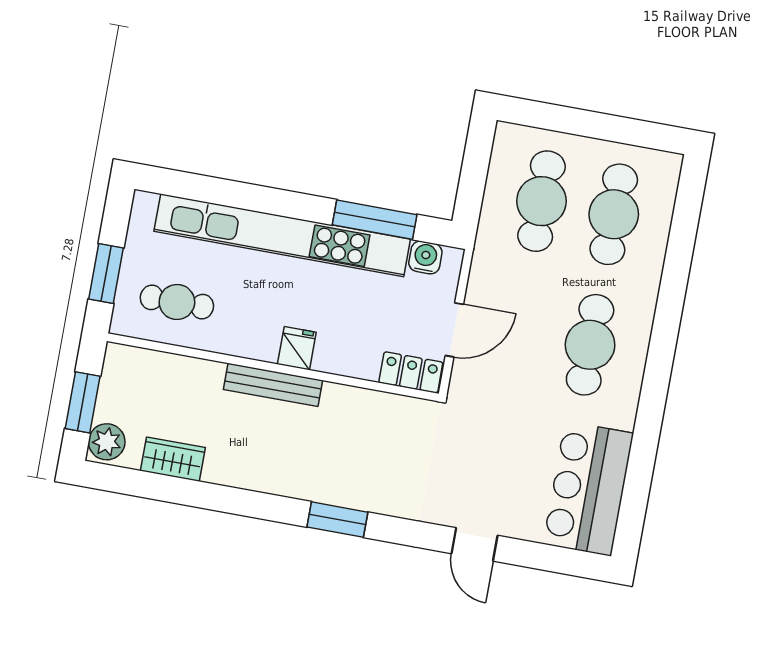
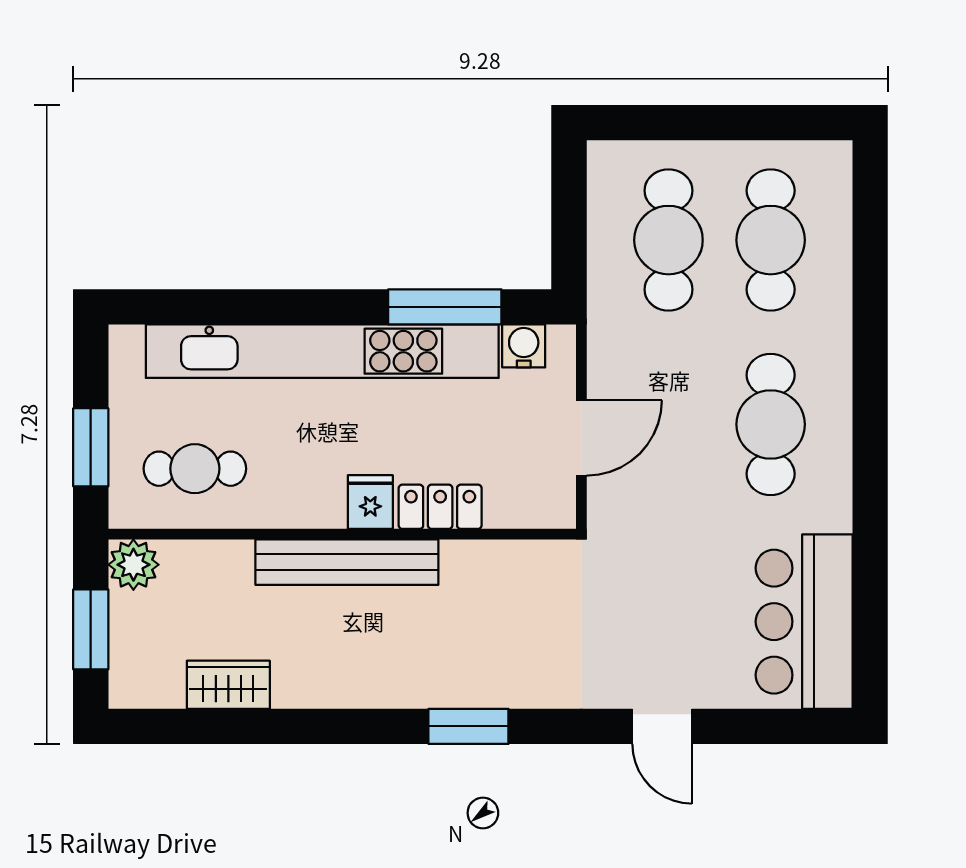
locker: (411, 372) -> (440, 507), moved
bench: (273, 385) -> (347, 562), width x1.37, depth x1.21
plant: (107, 442) -> (133, 565), moved

